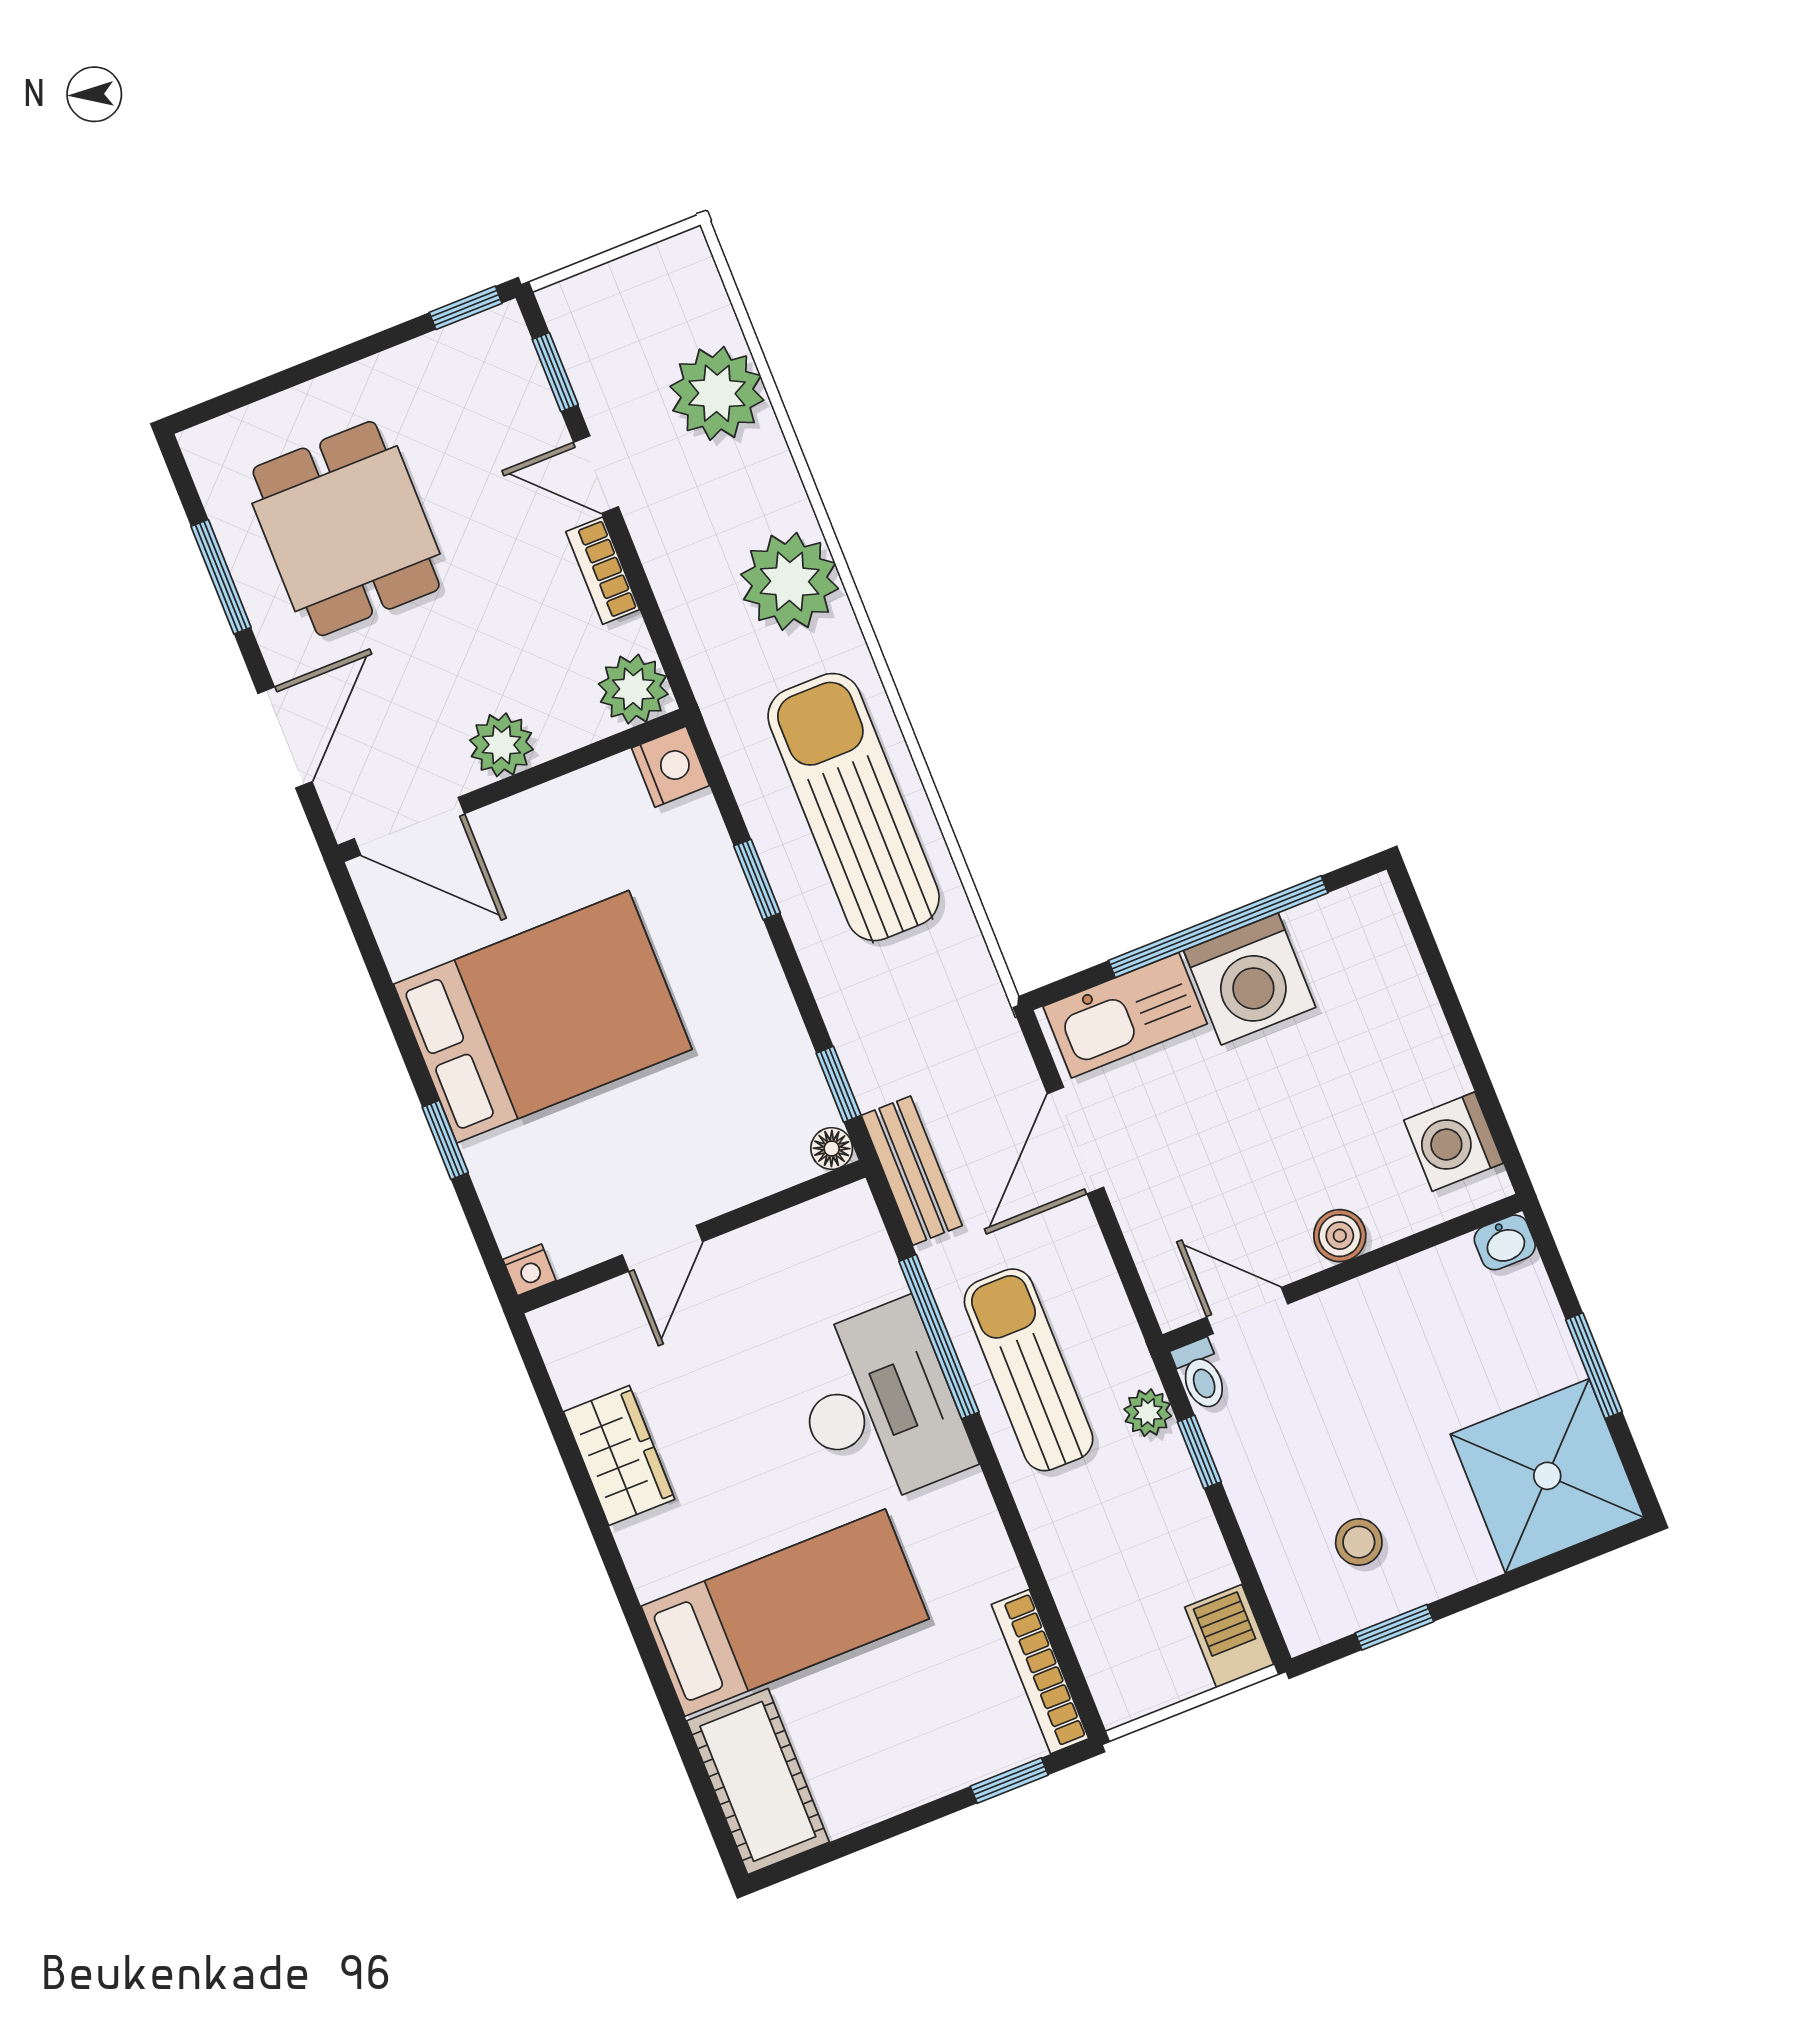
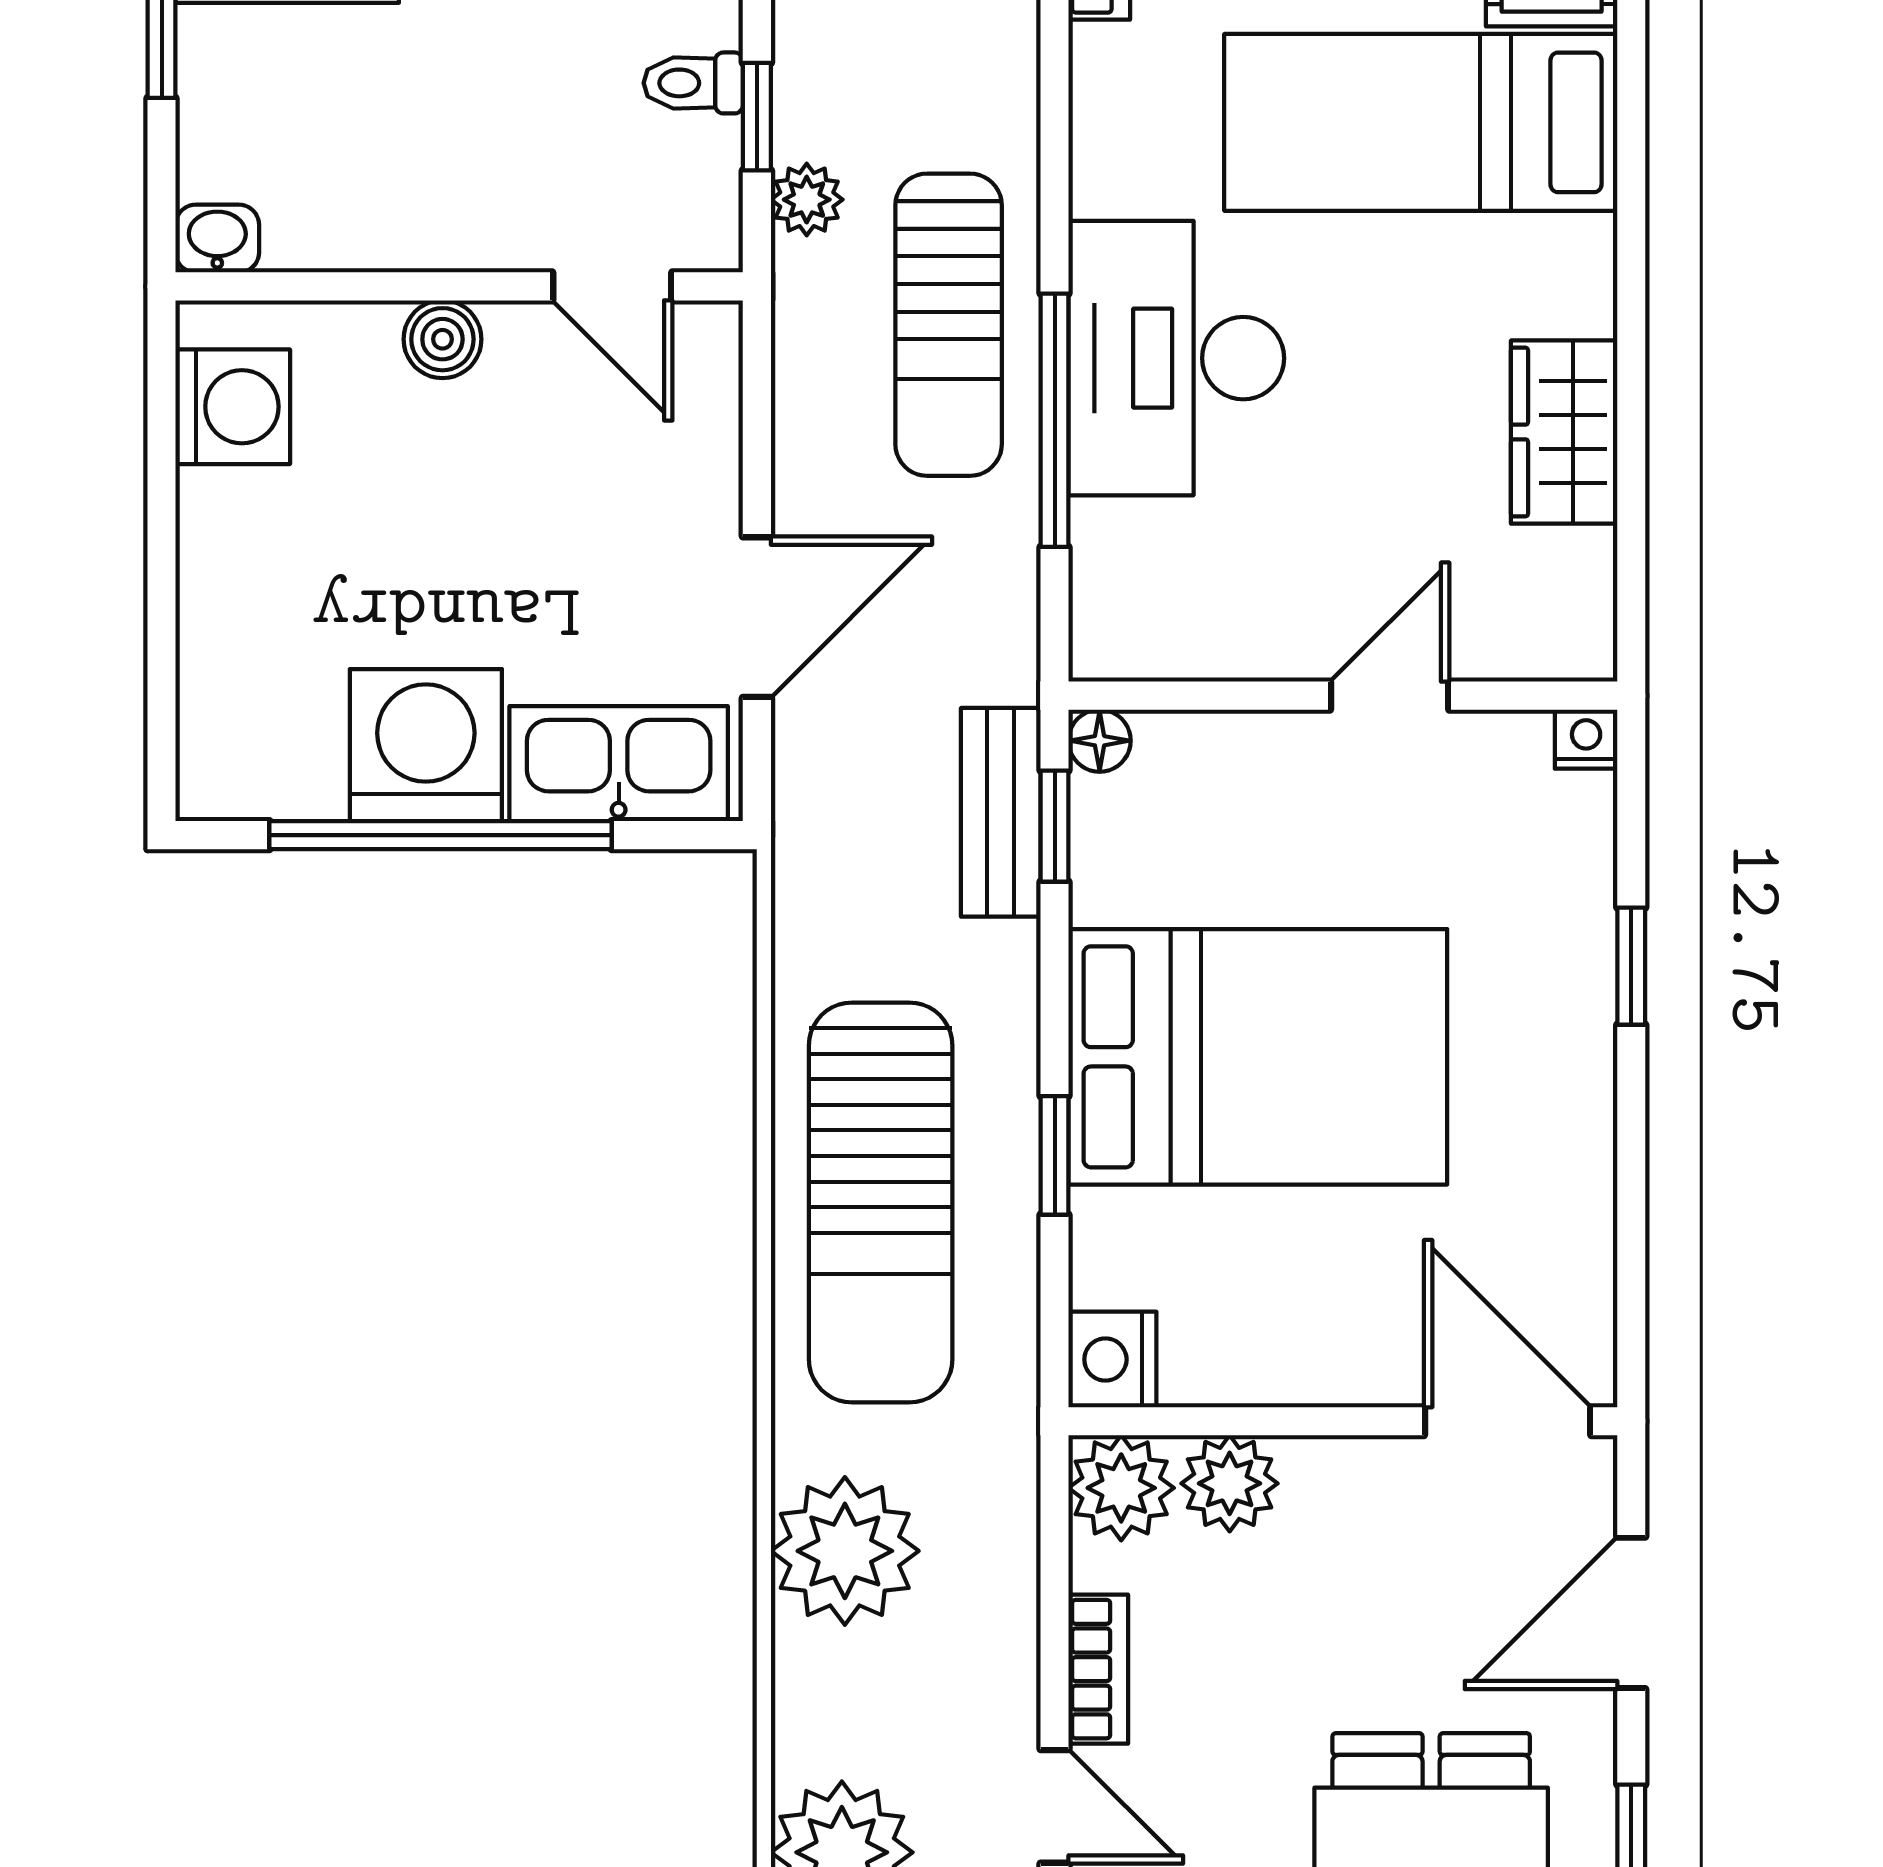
plant: (501, 745) -> (1230, 1483), moved
bed: (543, 1017) -> (1258, 1057), moved, turned 180
bench: (912, 1171) -> (1001, 812), moved
toilet: (1201, 1375) -> (693, 83), moved, turned -90

